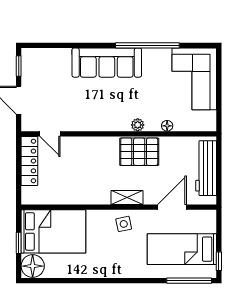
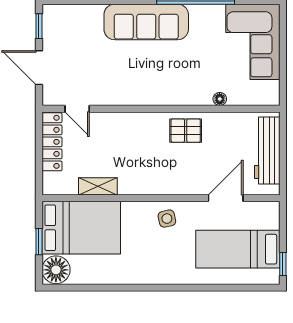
plant: (138, 125) -> (184, 98), removed
pallet: (139, 152) -> (186, 131), width x0.67, depth x0.71
shelving: (127, 198) -> (98, 186), moved
window: (189, 281) -> (246, 288), removed

